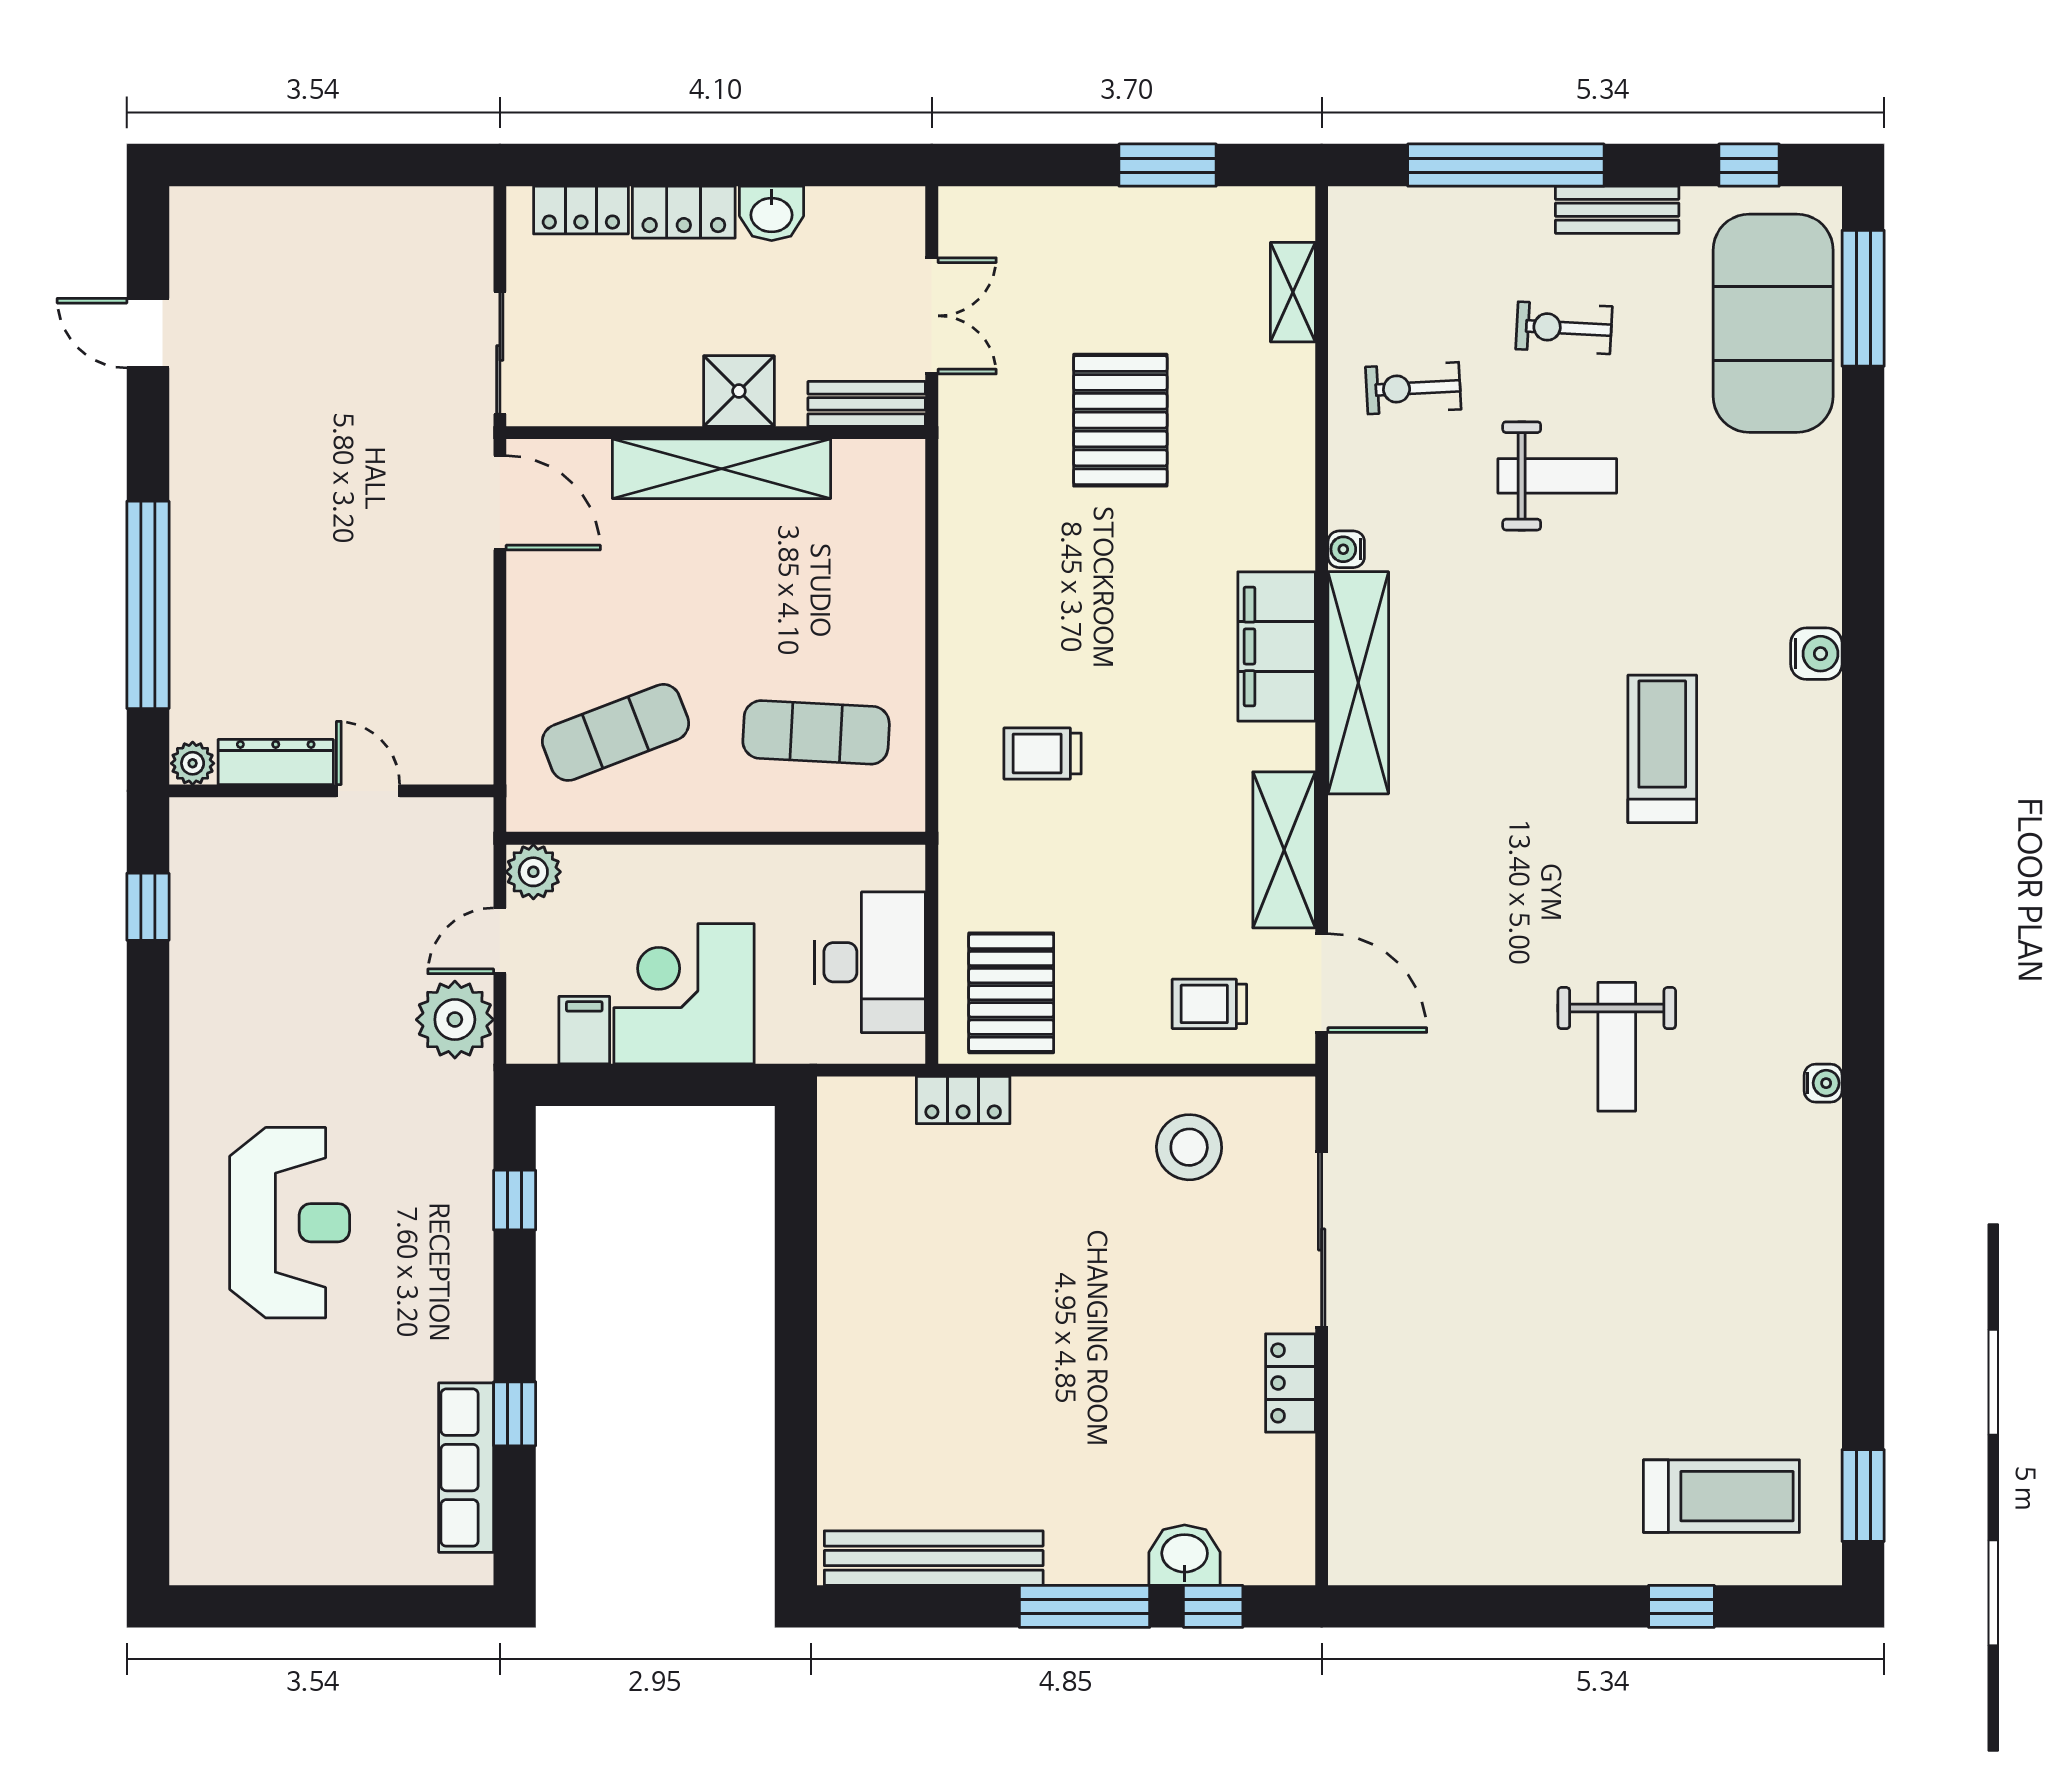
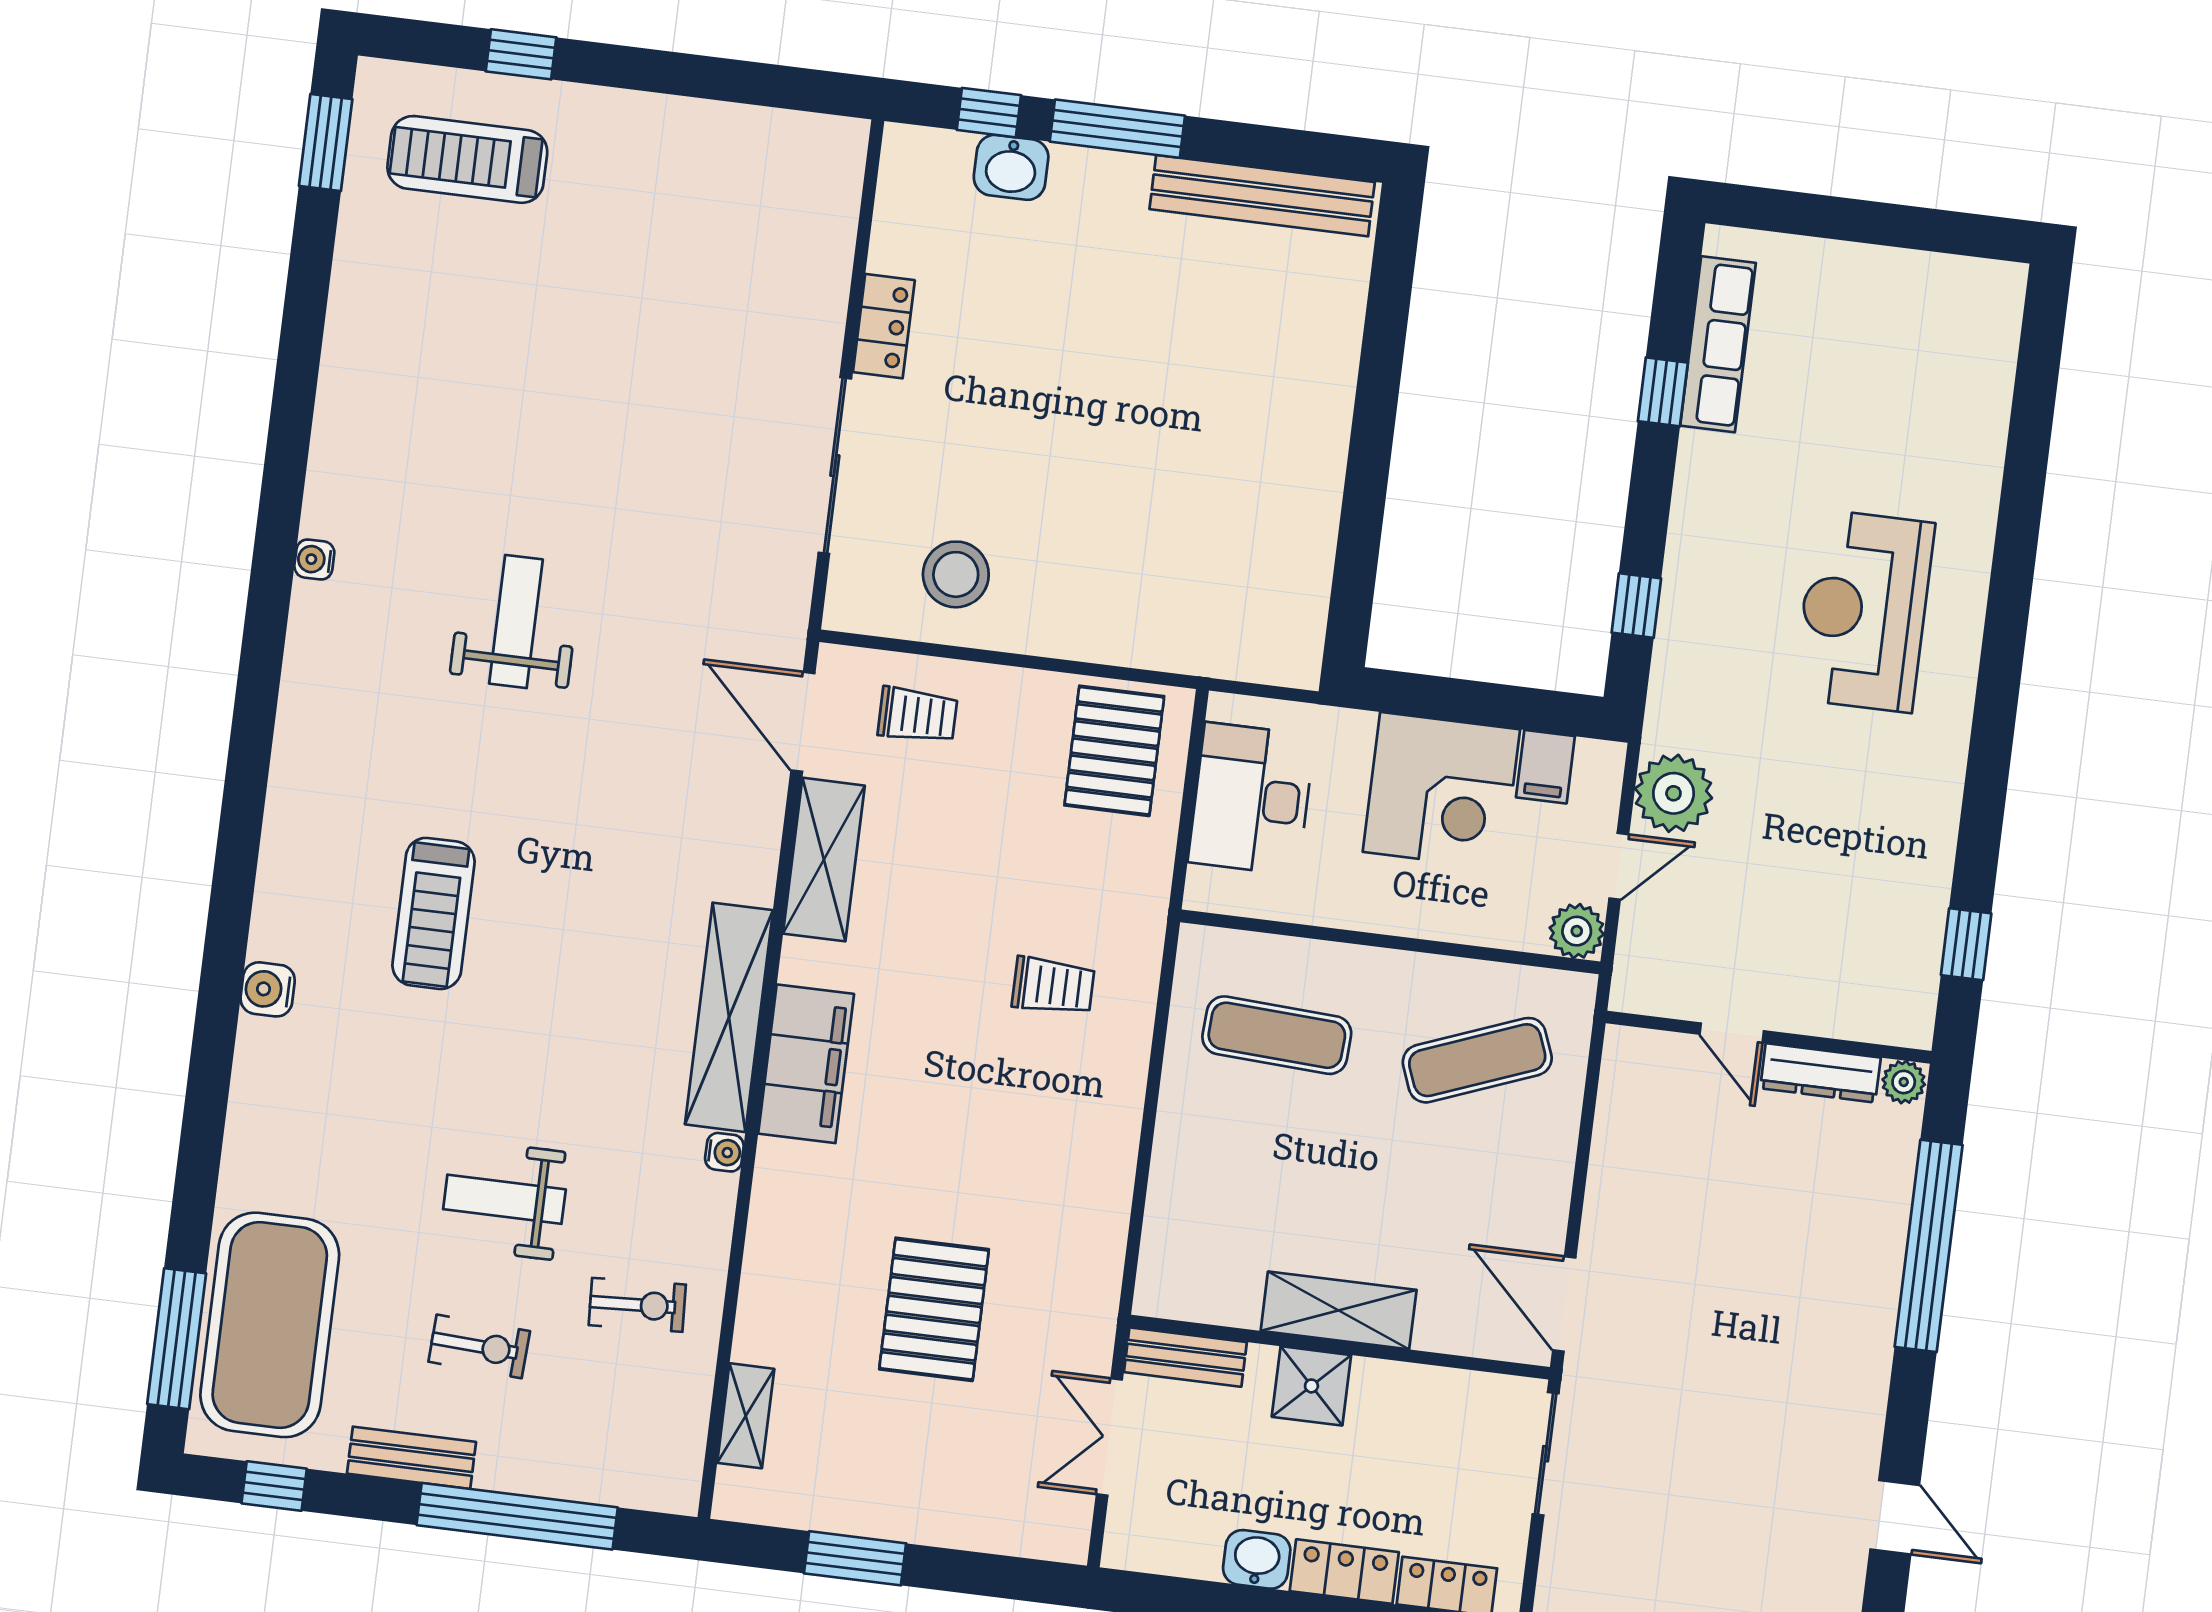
shelving: (721, 469) -> (1339, 1310), width x0.68
locker: (963, 1100) -> (1176, 650), removed

